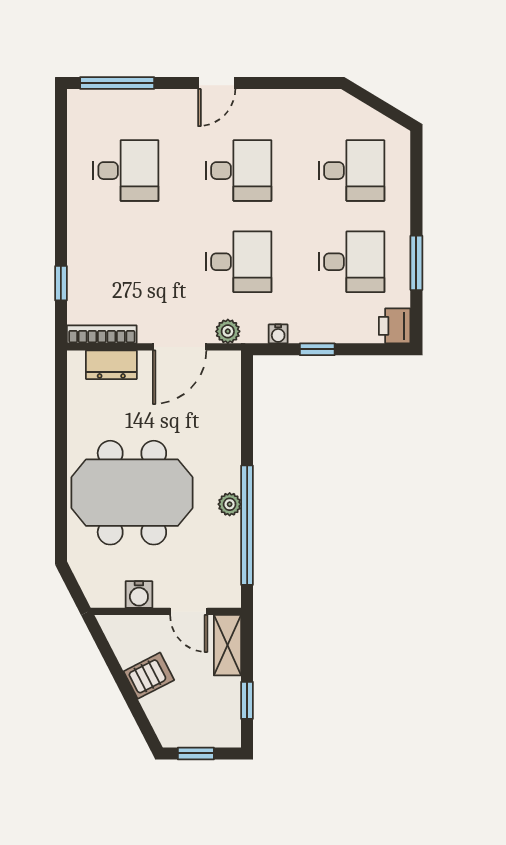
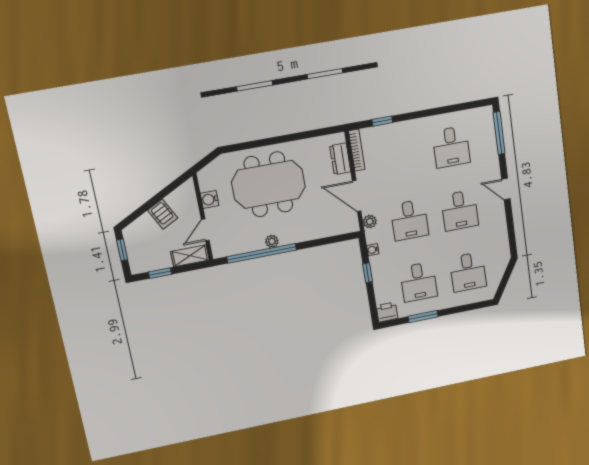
meeting table: (132, 493) -> (268, 184), turned 90

